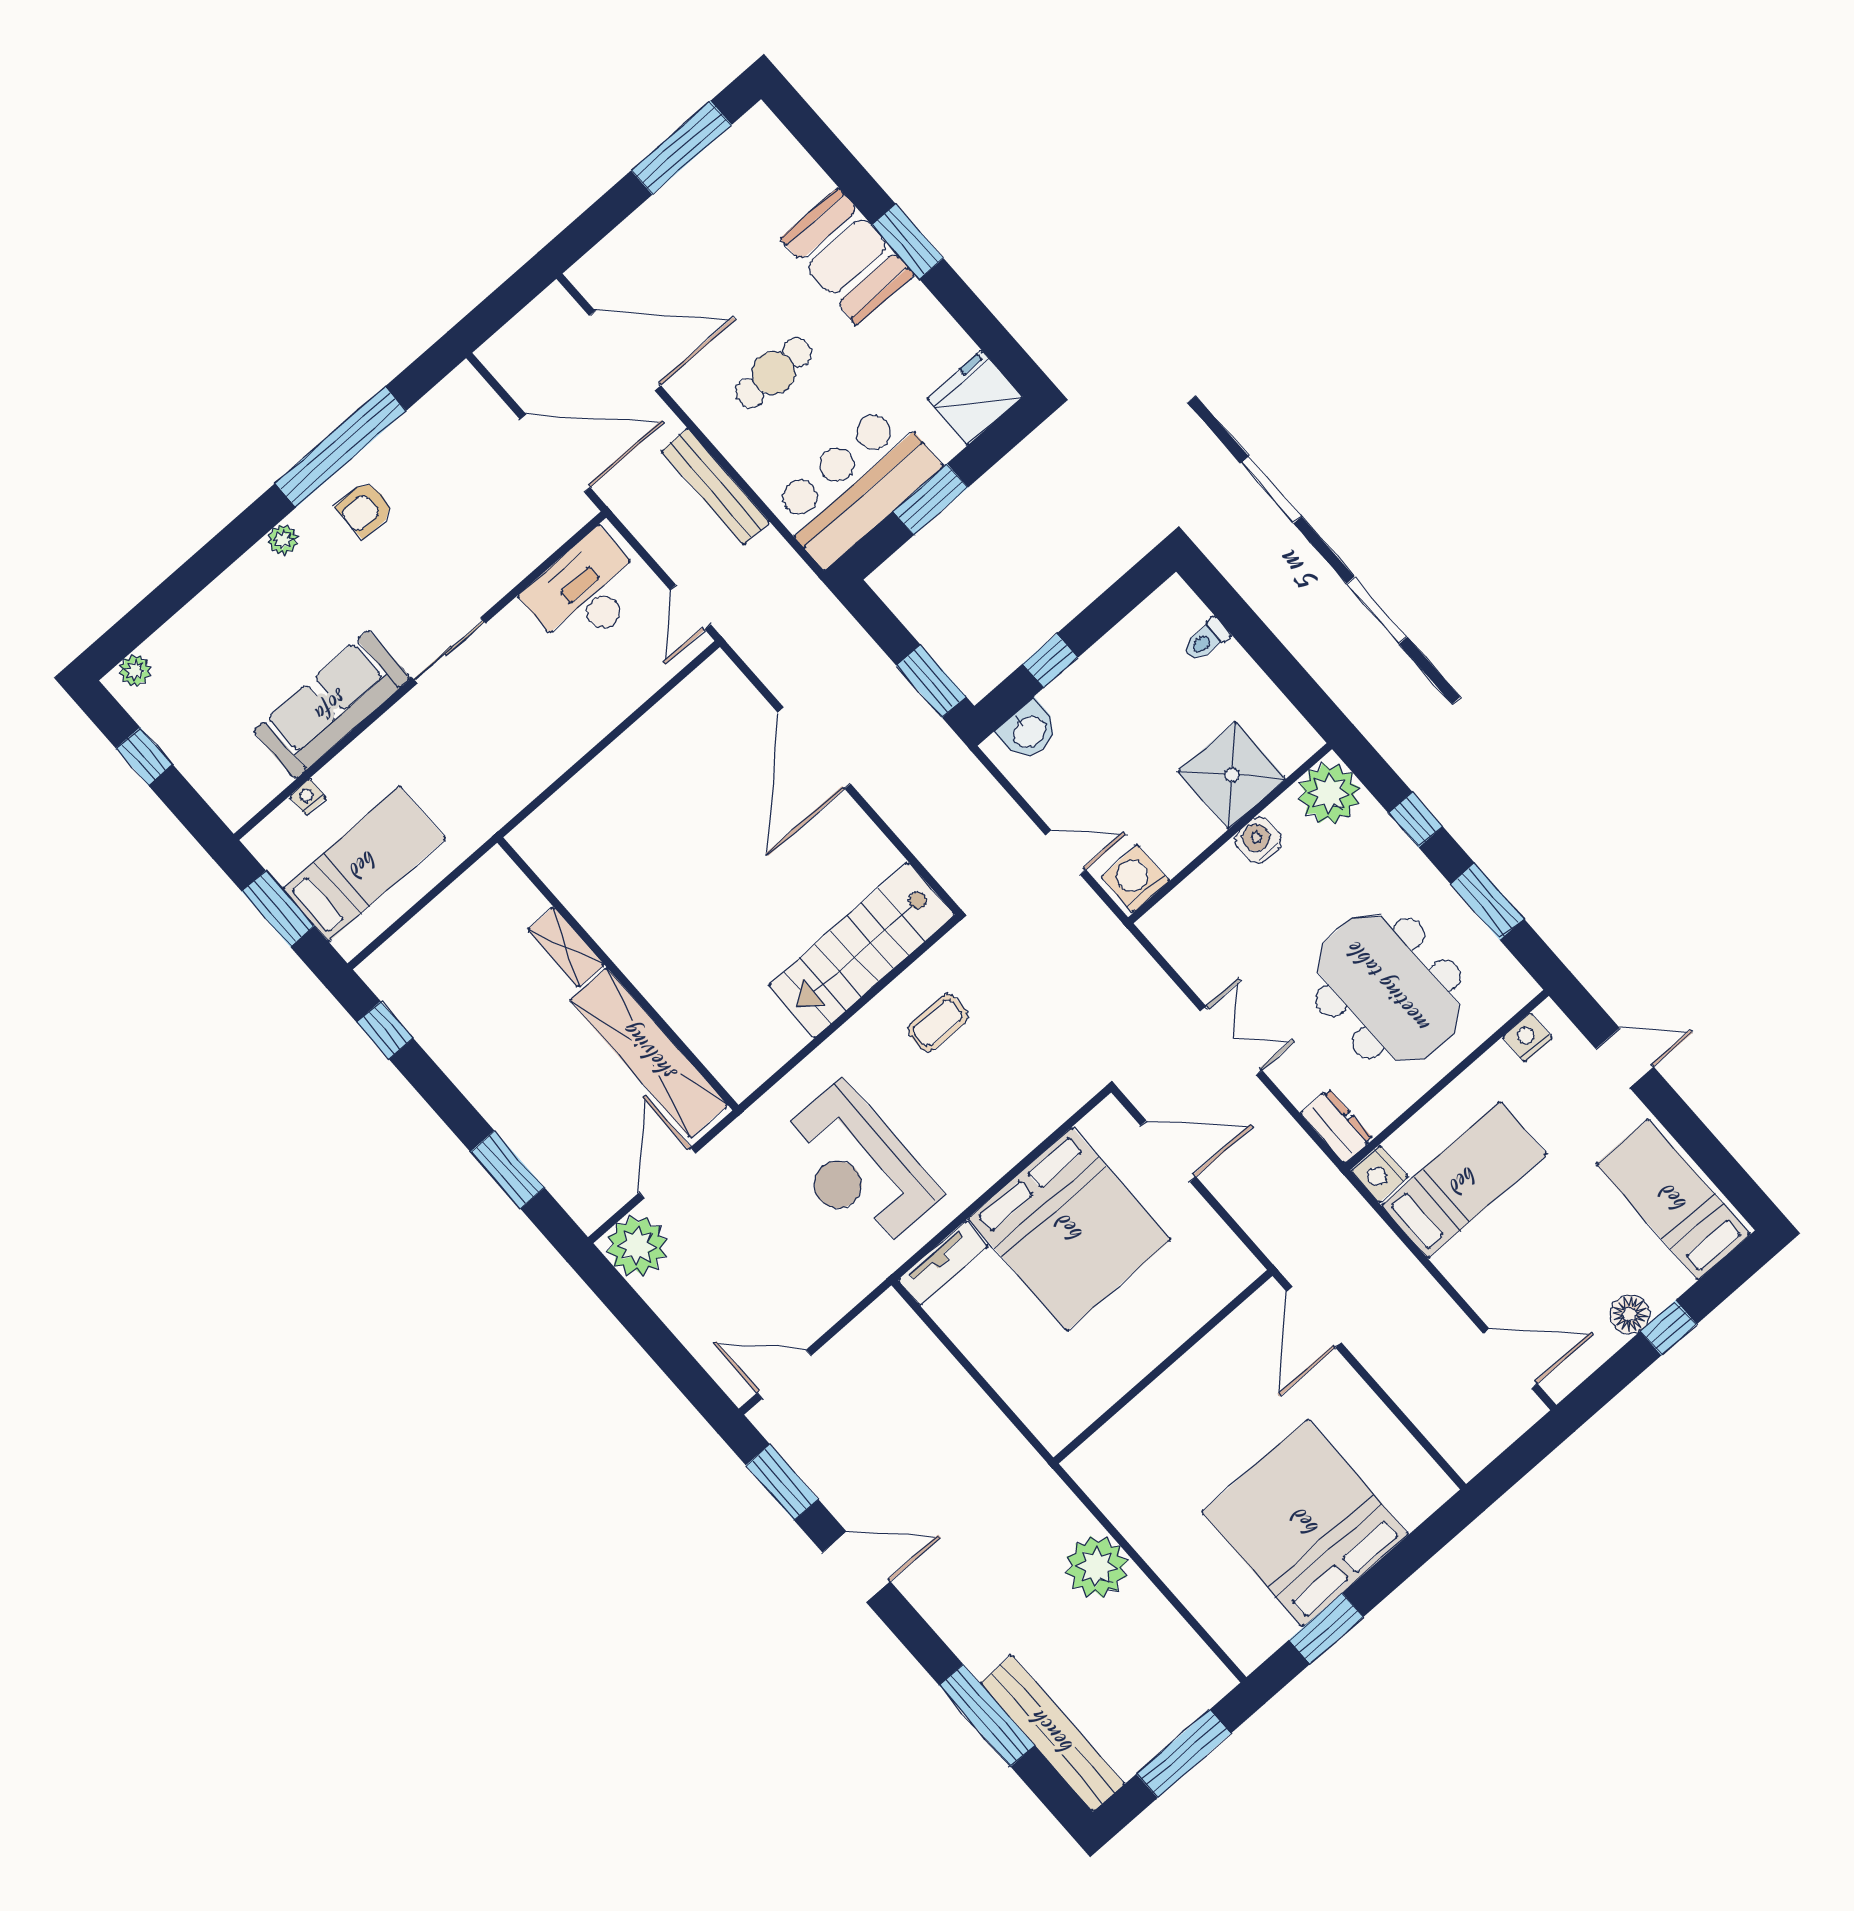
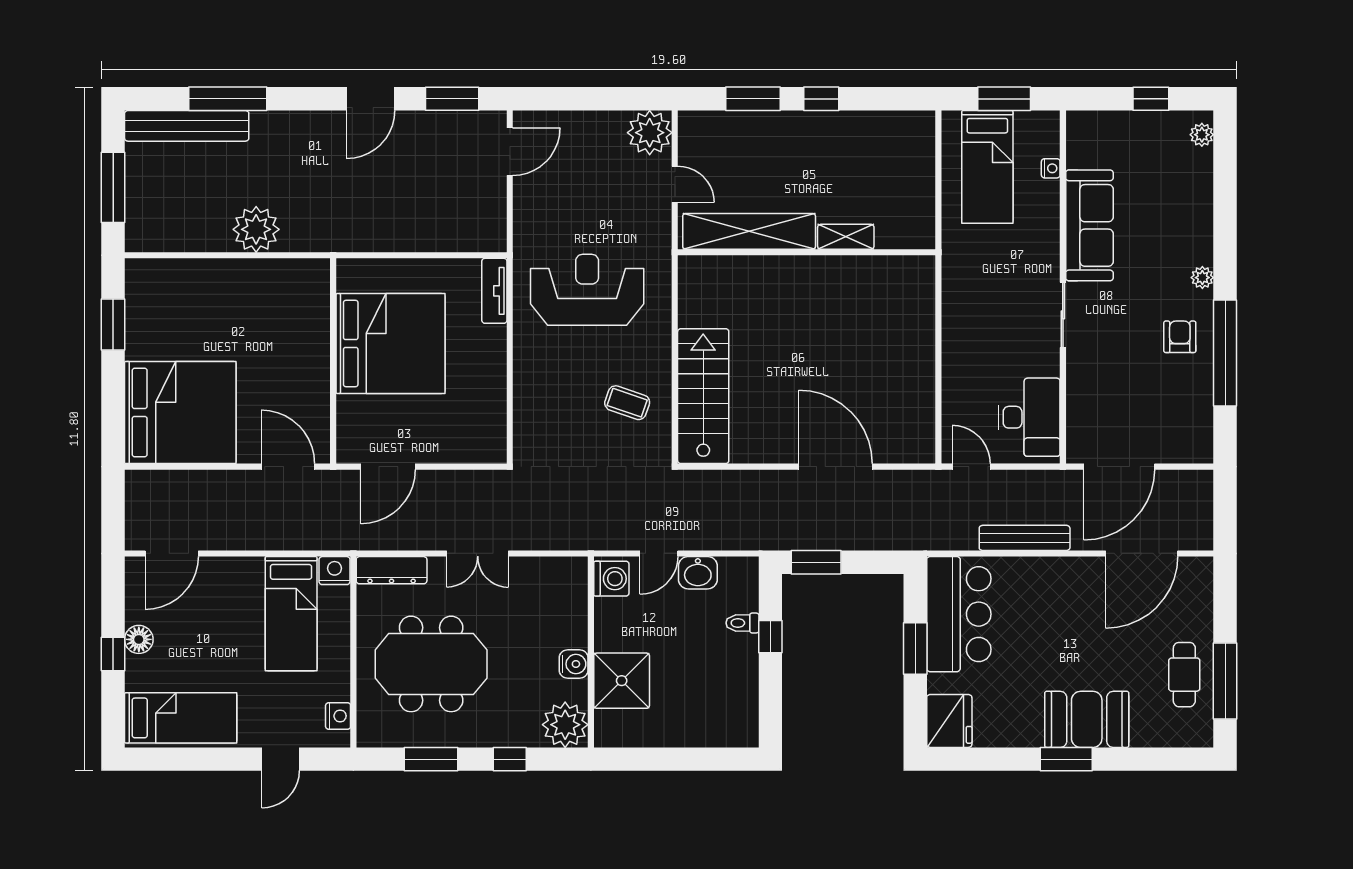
cafe table: (773, 373) -> (1184, 675), moved
toilet: (1206, 640) -> (742, 623), moved, turned -90
washbasin: (1029, 731) -> (698, 573), moved, turned -90
coffee table: (938, 1023) -> (627, 403), turned -71
window: (385, 1030) -> (821, 99), moved
dresser: (1337, 1126) -> (392, 570), width x1.44
door: (1168, 1151) -> (388, 467), moved
door: (667, 1173) -> (675, 184), width x0.73
bed: (1069, 1229) -> (390, 343), moved, turned 180
bed: (1305, 1523) -> (180, 412), moved

